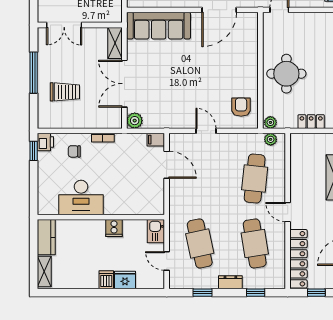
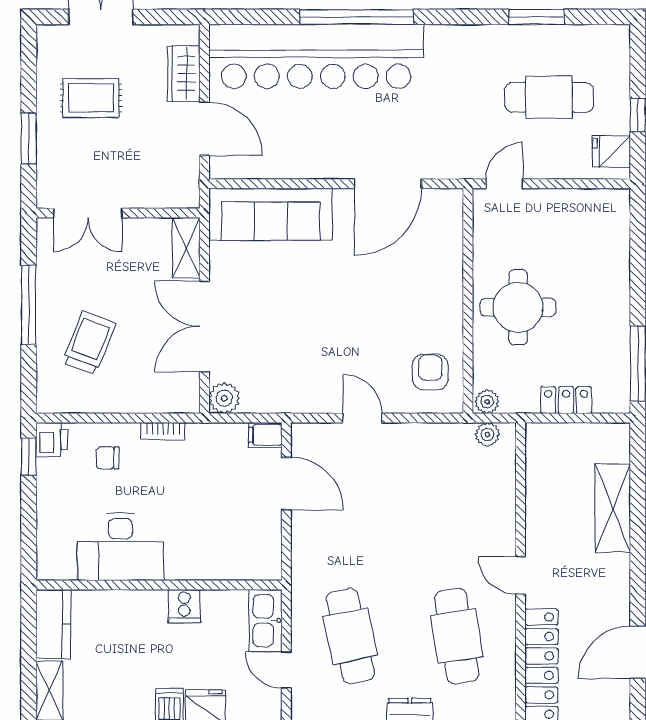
trolley: (65, 92) -> (89, 343), turned -69
cafe table: (255, 179) -> (457, 510), removed
kitchen sink: (156, 231) -> (266, 621), width x1.38

